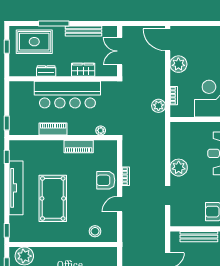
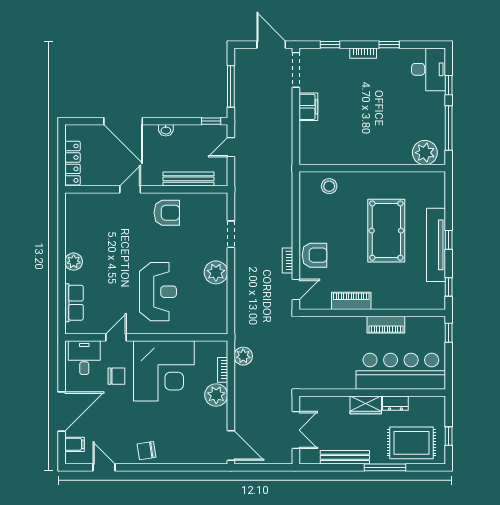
plant: (178, 64) -> (216, 395), moved
wardrobe: (83, 70) -> (366, 405), moved
bar counter: (67, 95) -> (401, 371), moved
plant: (101, 130) -> (322, 323), removed
door: (120, 204) -> (296, 289), moved
window: (7, 230) -> (449, 240), moved

